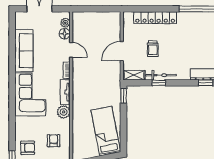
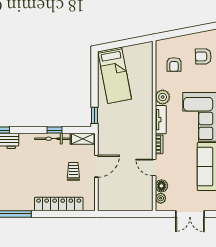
trolley: (153, 49) -> (73, 171), moved

